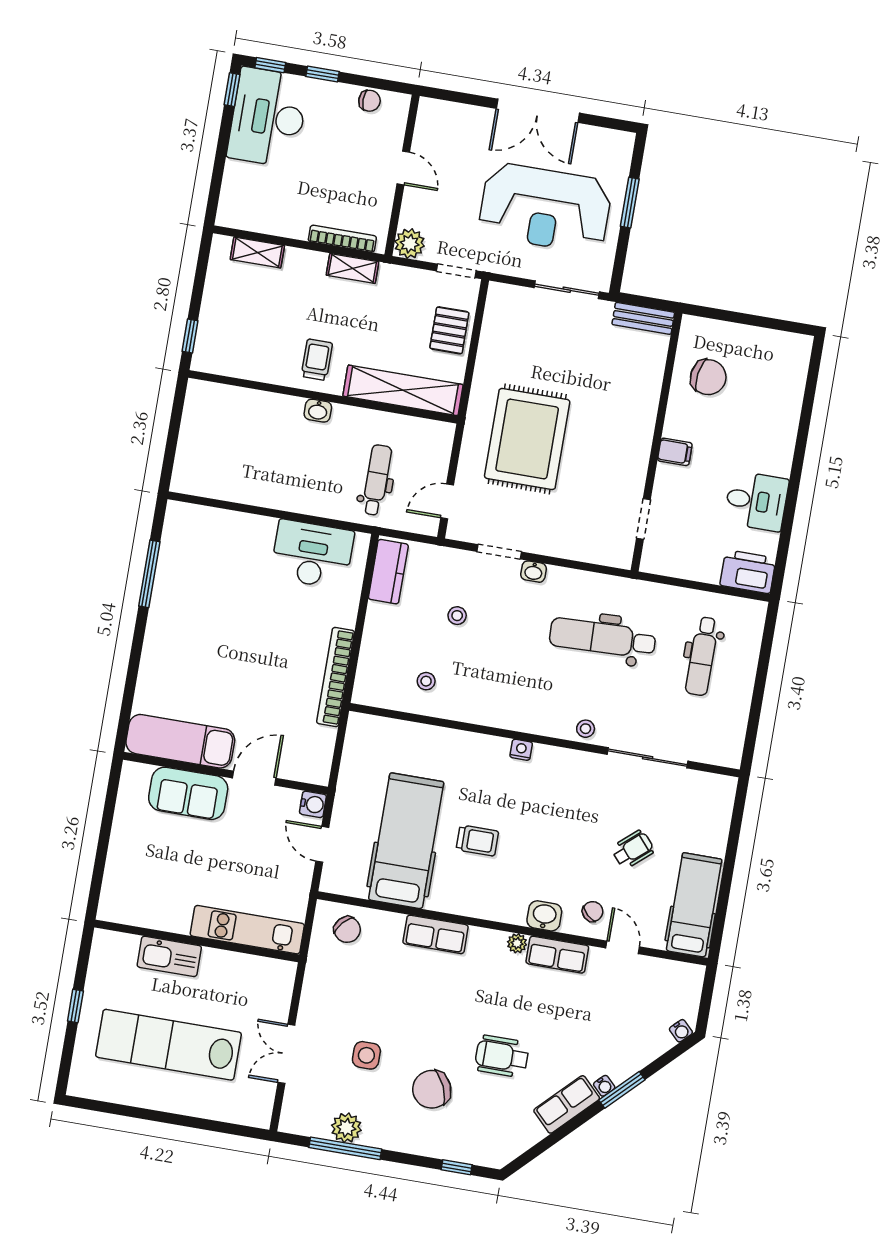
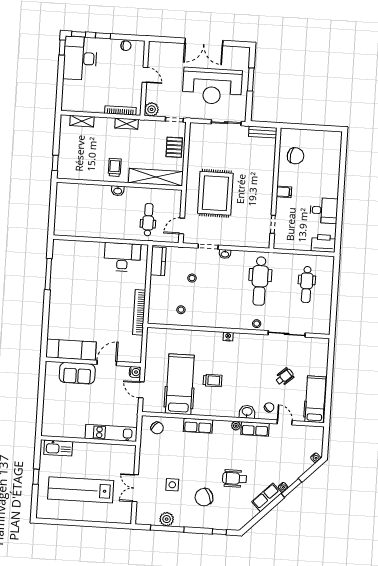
dental chair: (603, 638) -> (260, 281), turned -88
kitchen sink: (169, 956) -> (58, 448), moved

